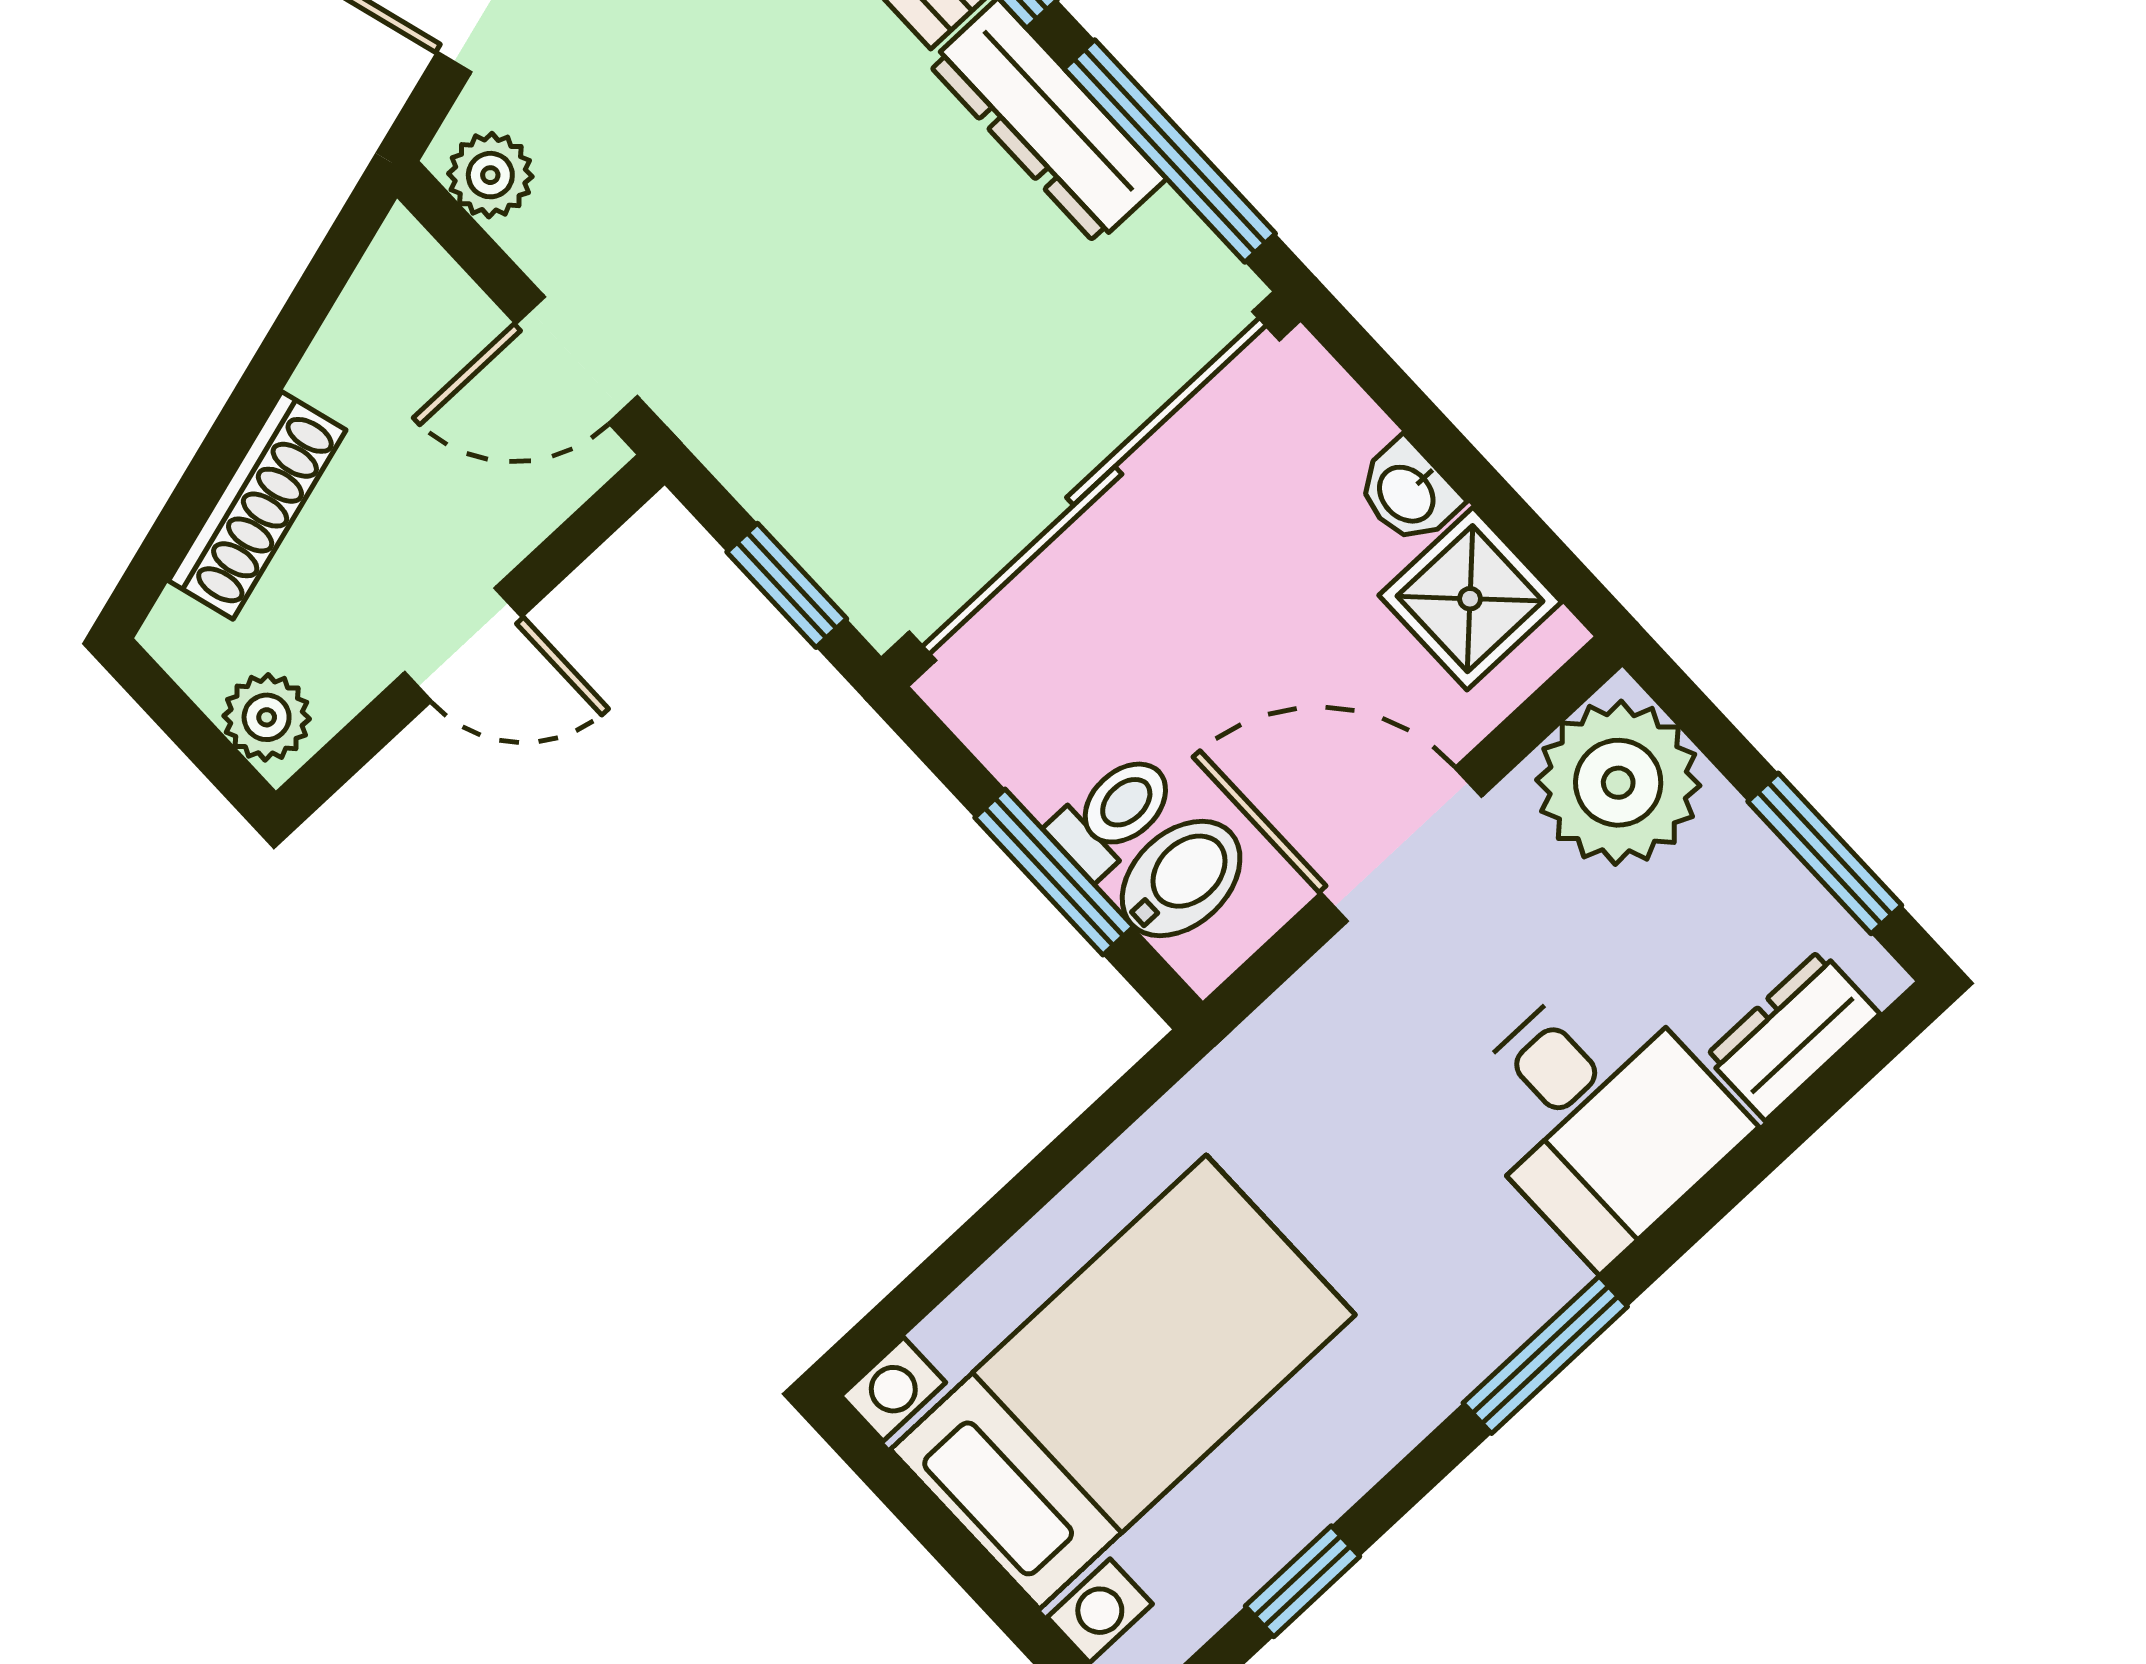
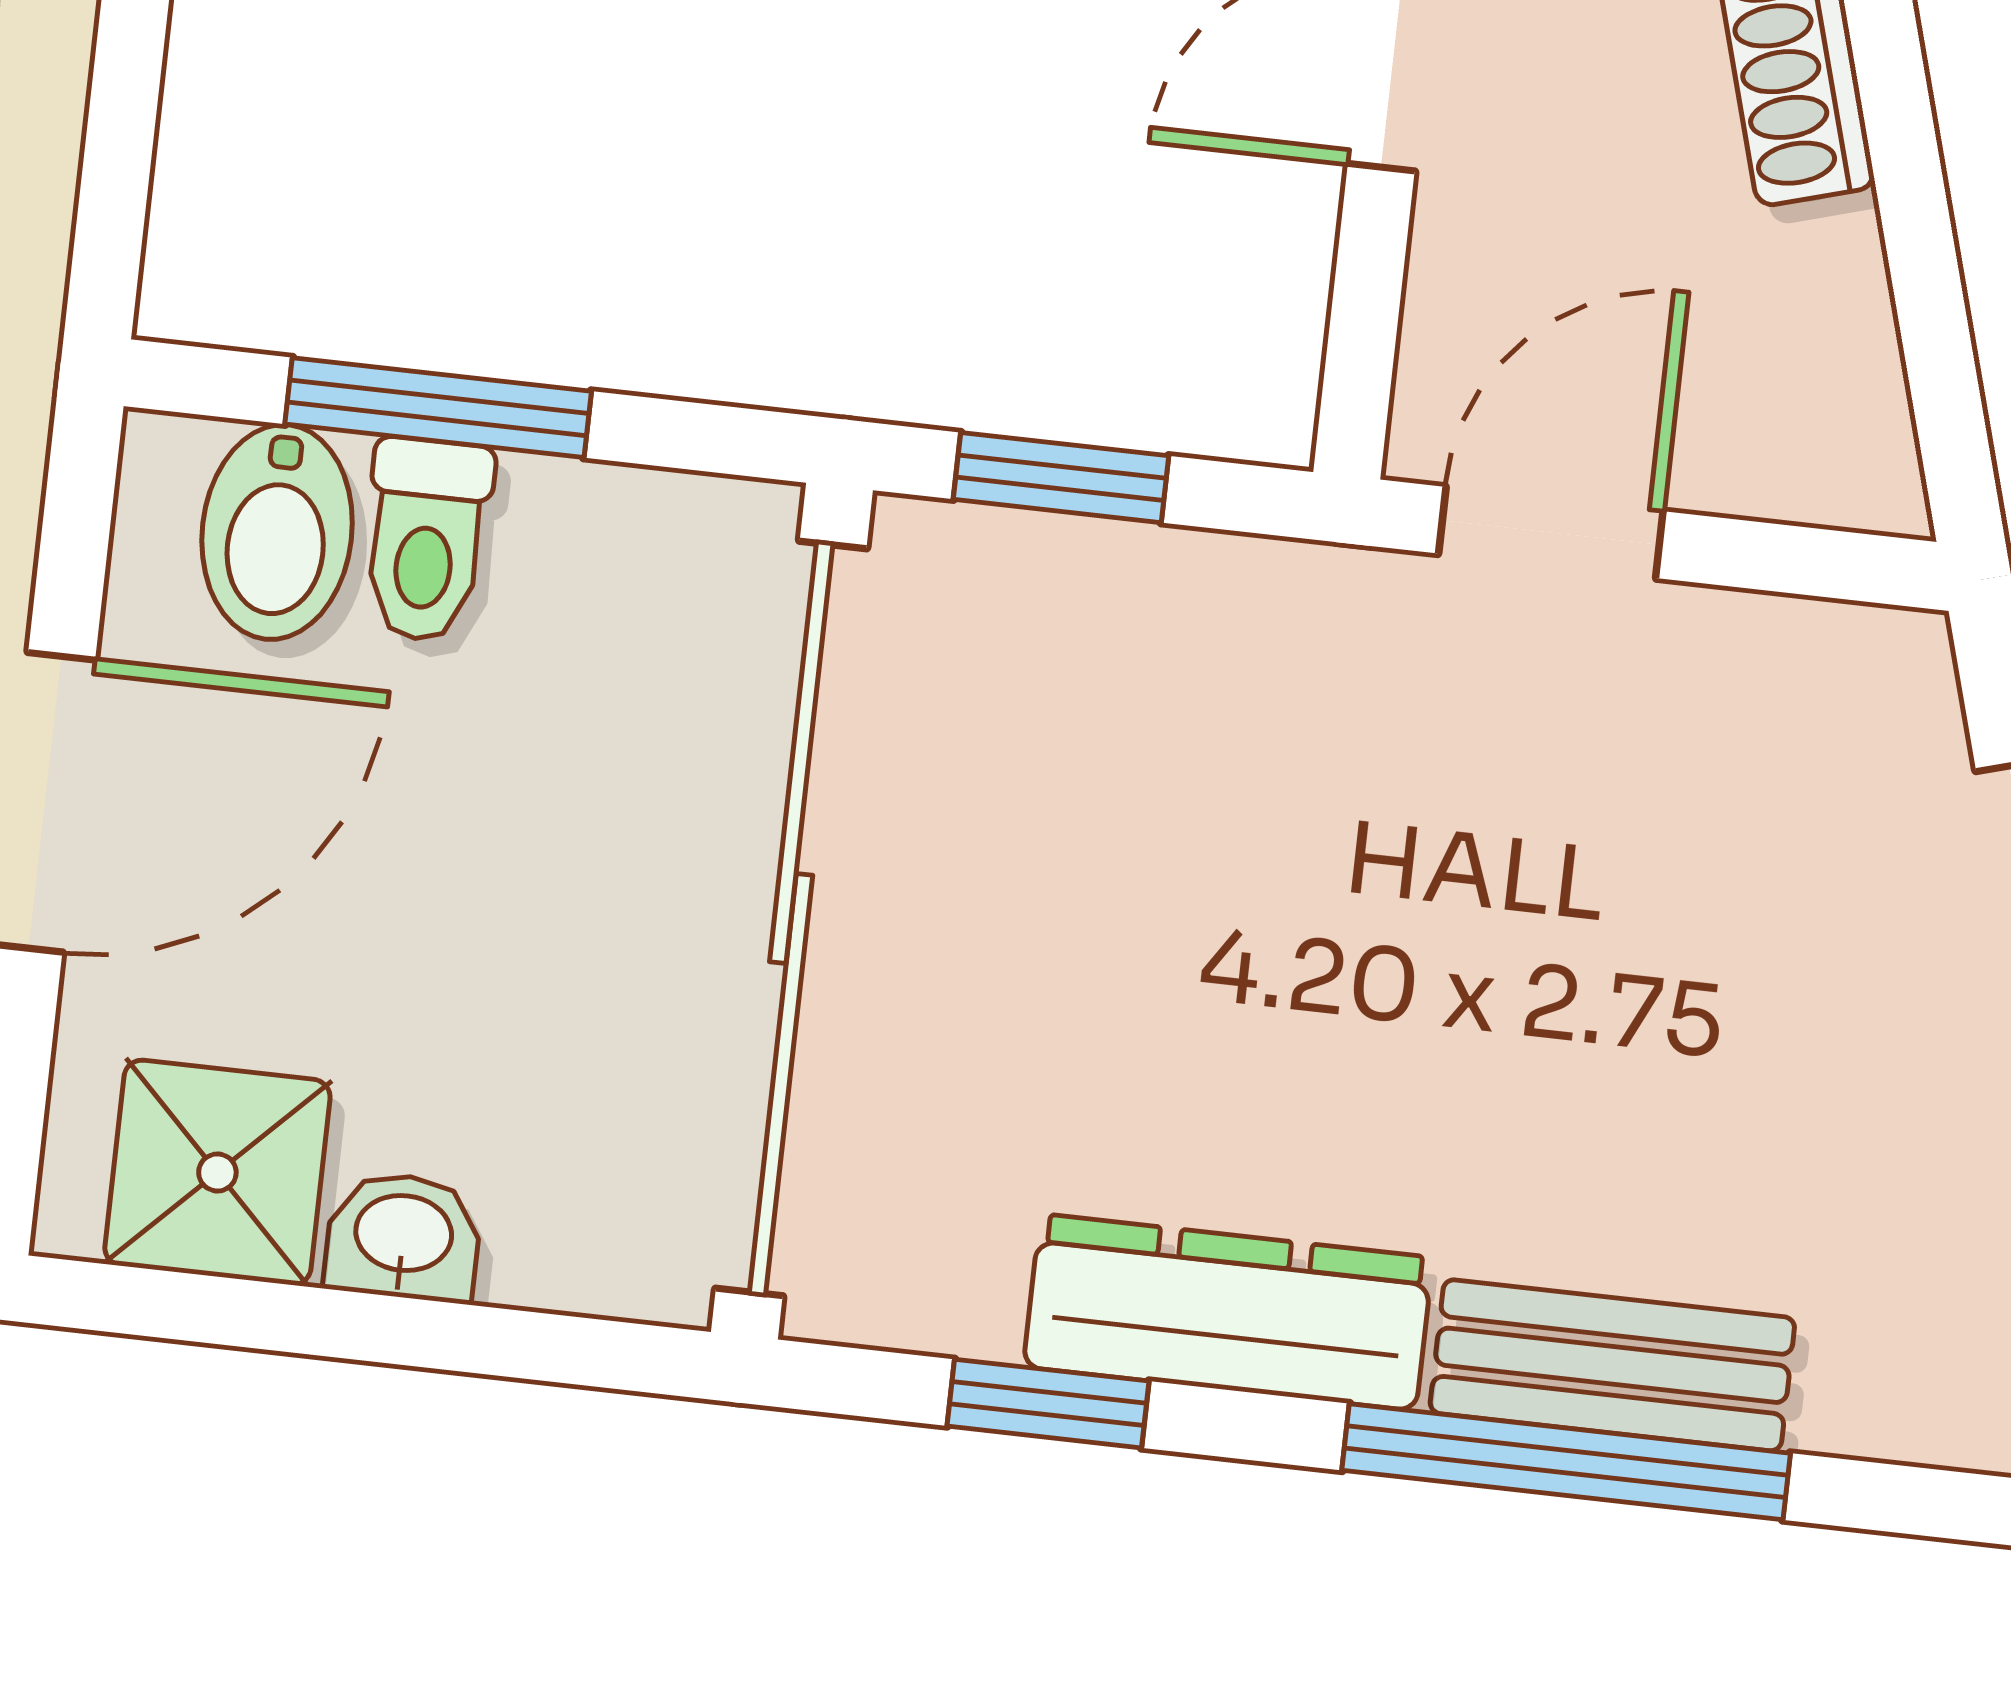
window: (1170, 151) -> (1048, 1404), width x0.46
plant: (490, 175) -> (1848, 667), removed

